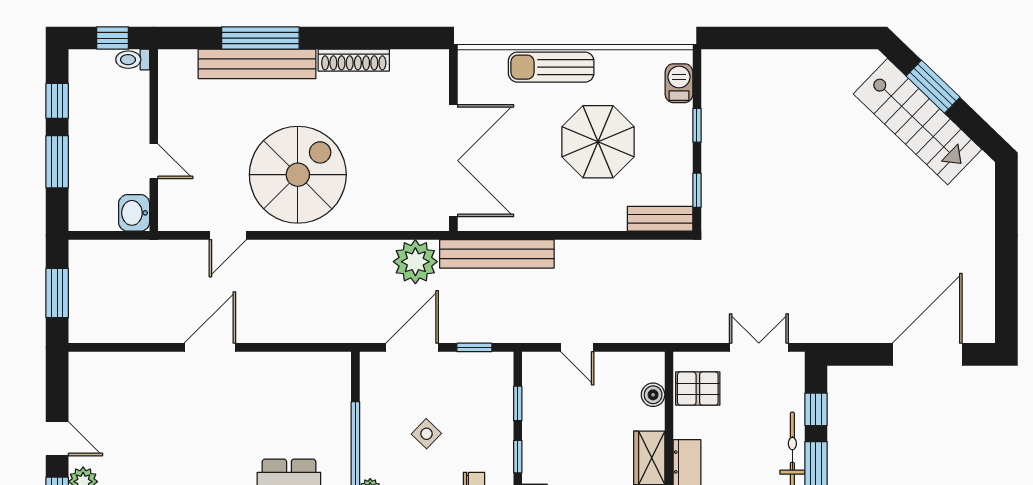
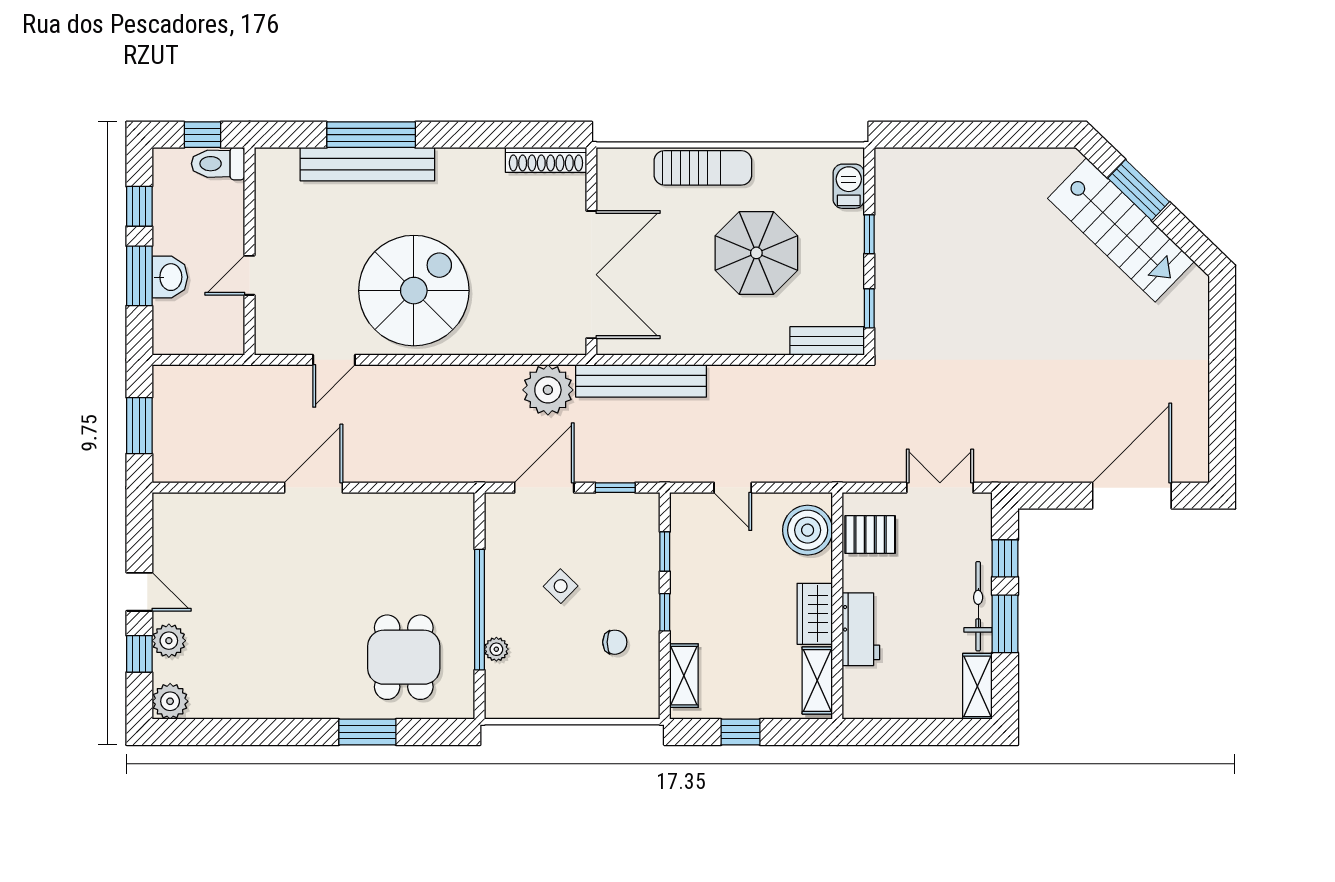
toilet: (133, 60) -> (218, 164), width x1.37, depth x1.39
shoe rack: (354, 60) -> (546, 160), moved
sun lounger: (551, 67) -> (703, 168), turned 180
door: (154, 161) -> (250, 275), swing flipped
washbasin: (134, 213) -> (170, 277), moved, turned 180
boiler: (653, 395) -> (808, 530), width x1.86, depth x1.86

